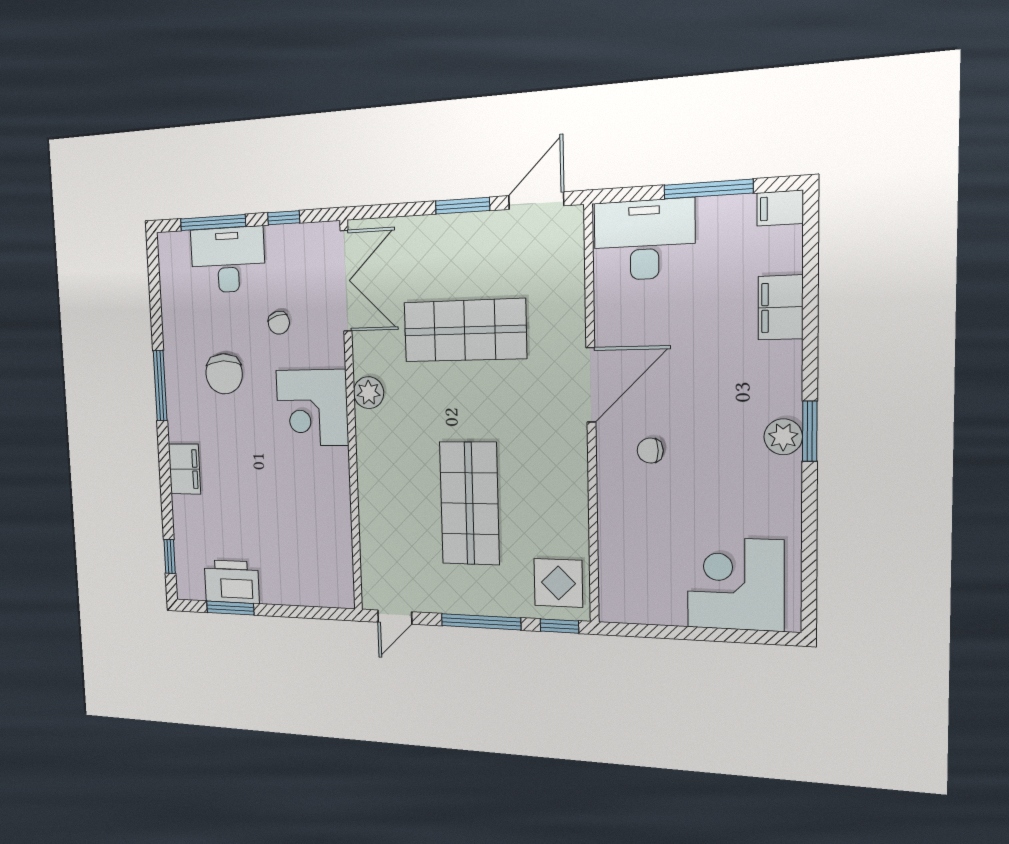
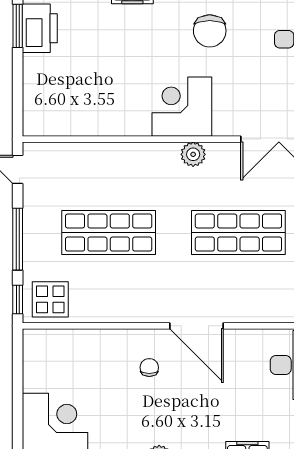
chair: (279, 323) -> (249, 81), removed
shop shelf: (465, 330) -> (238, 233), turned 90
chair: (224, 374) -> (210, 31), turned -90

